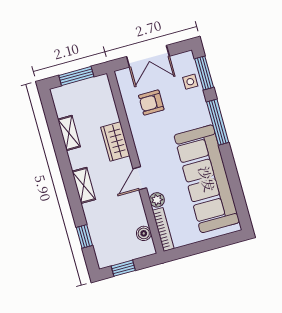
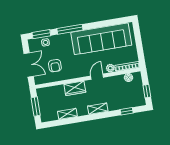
door: (140, 178) -> (97, 77), swing flipped

